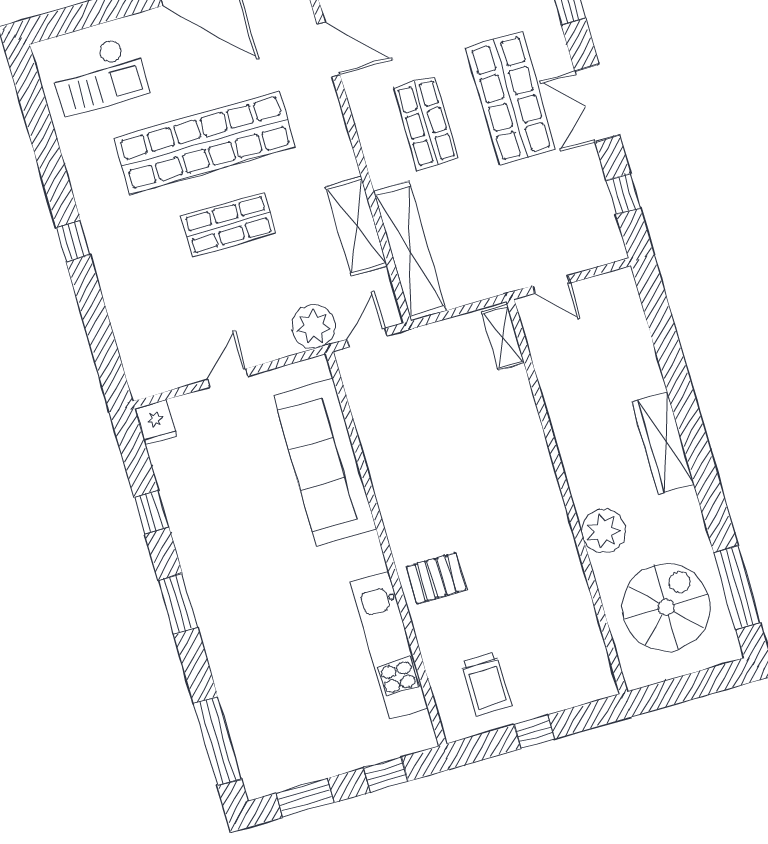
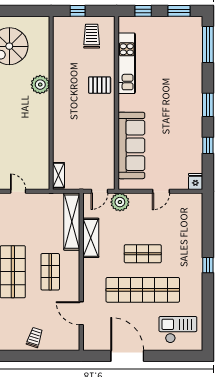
shelving: (503, 337) -> (58, 175), moved
wall: (567, 497) -> (51, 103), moved
plant: (603, 531) -> (40, 85), moved

